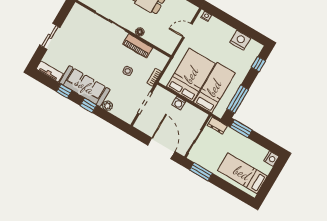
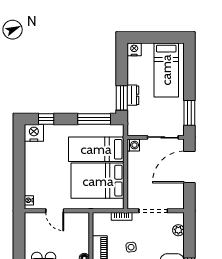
nightstand: (240, 40) -> (34, 133), moved, turned 90
washing machine: (179, 103) -> (133, 145), moved
plant: (107, 106) -> (178, 230), moved
dresser: (217, 126) -> (133, 95), moved

